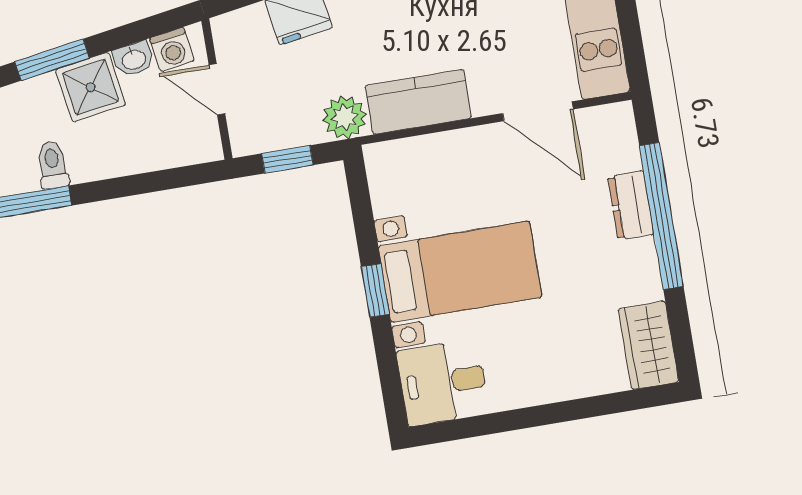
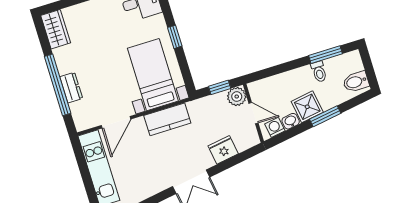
door: (538, 111) -> (116, 122), swing flipped
plant: (345, 117) -> (237, 97), moved
bed with nightstands: (460, 272) -> (153, 75), moved, turned 90

